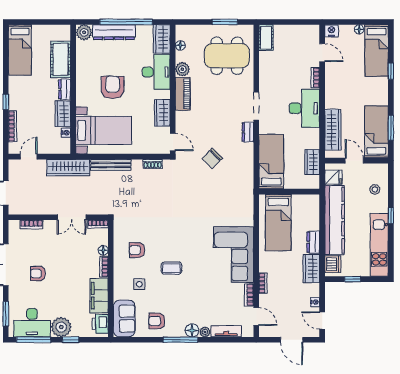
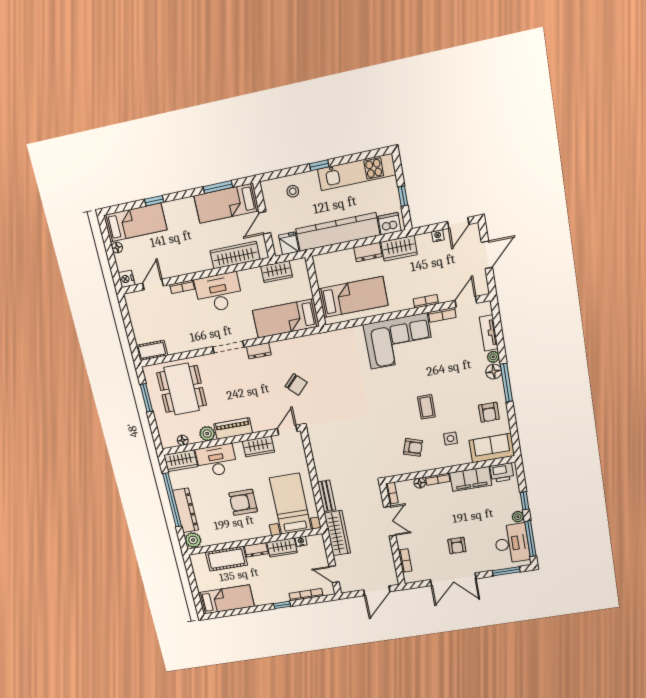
shoe rack: (153, 164) -> (315, 447), removed
bench: (111, 165) -> (327, 496), width x0.73
armchair: (137, 250) -> (413, 447), turned -72
plant: (61, 327) -> (518, 517), width x0.53, depth x0.53

